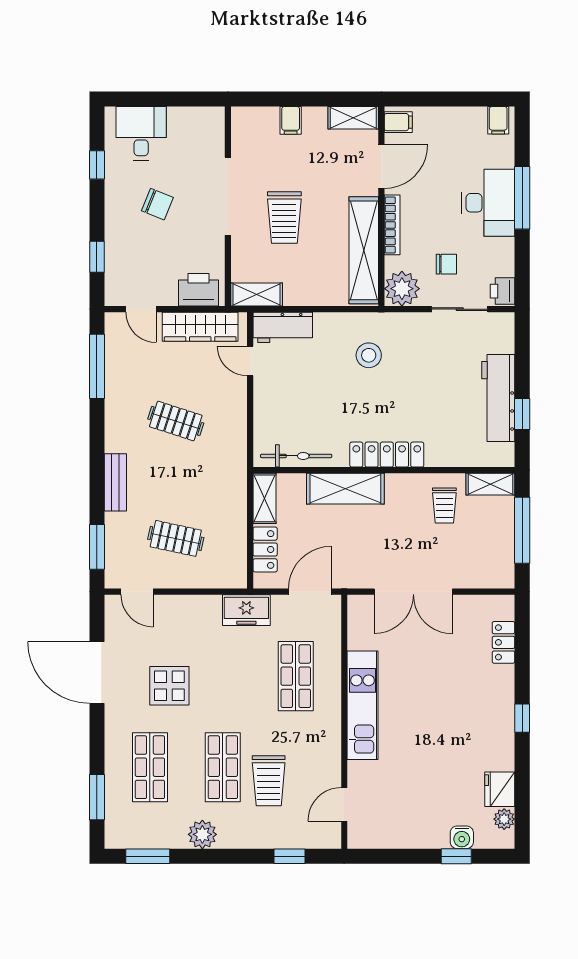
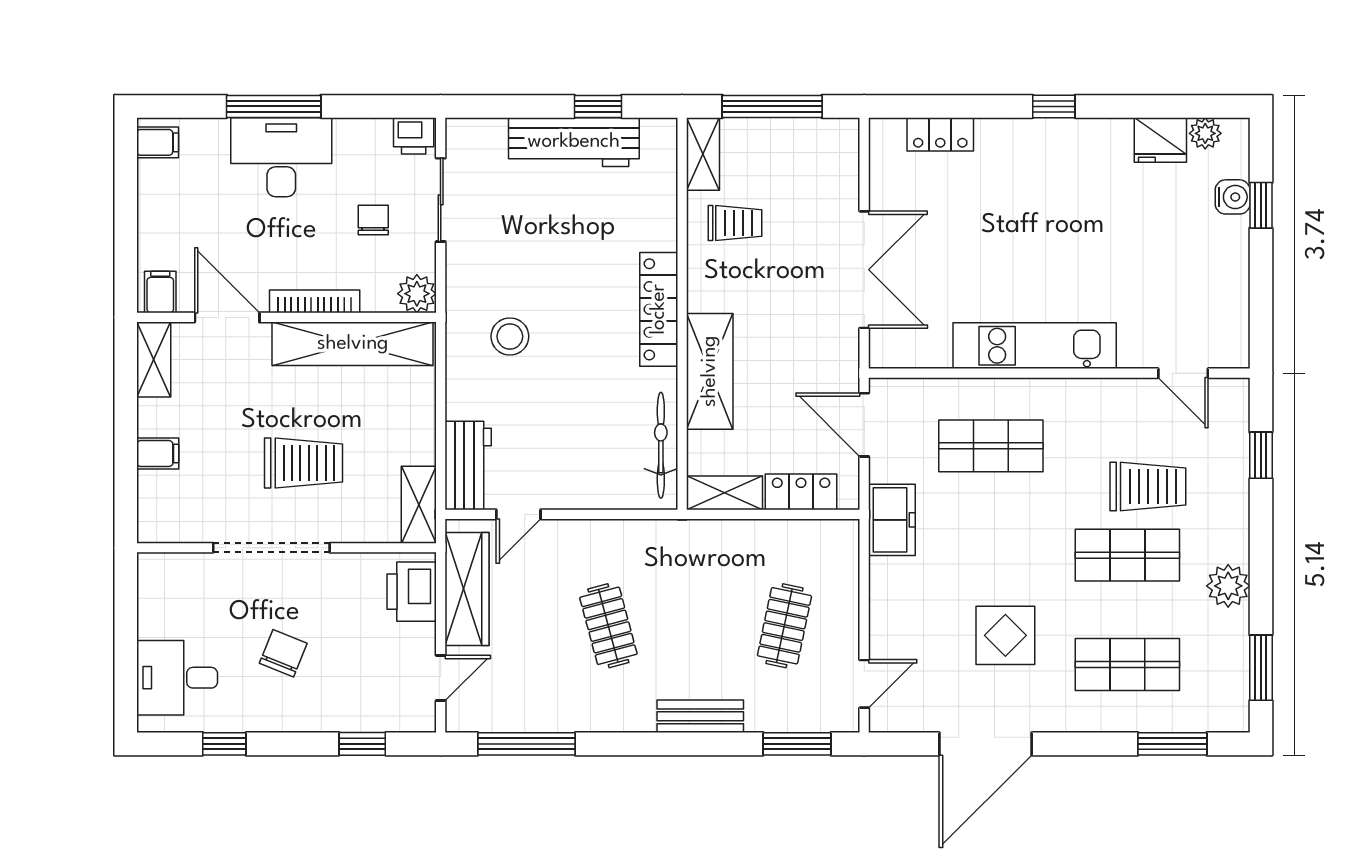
plant: (402, 289) -> (417, 294), width x0.73, depth x0.73
clothes rail: (176, 421) -> (608, 626), turned -33

